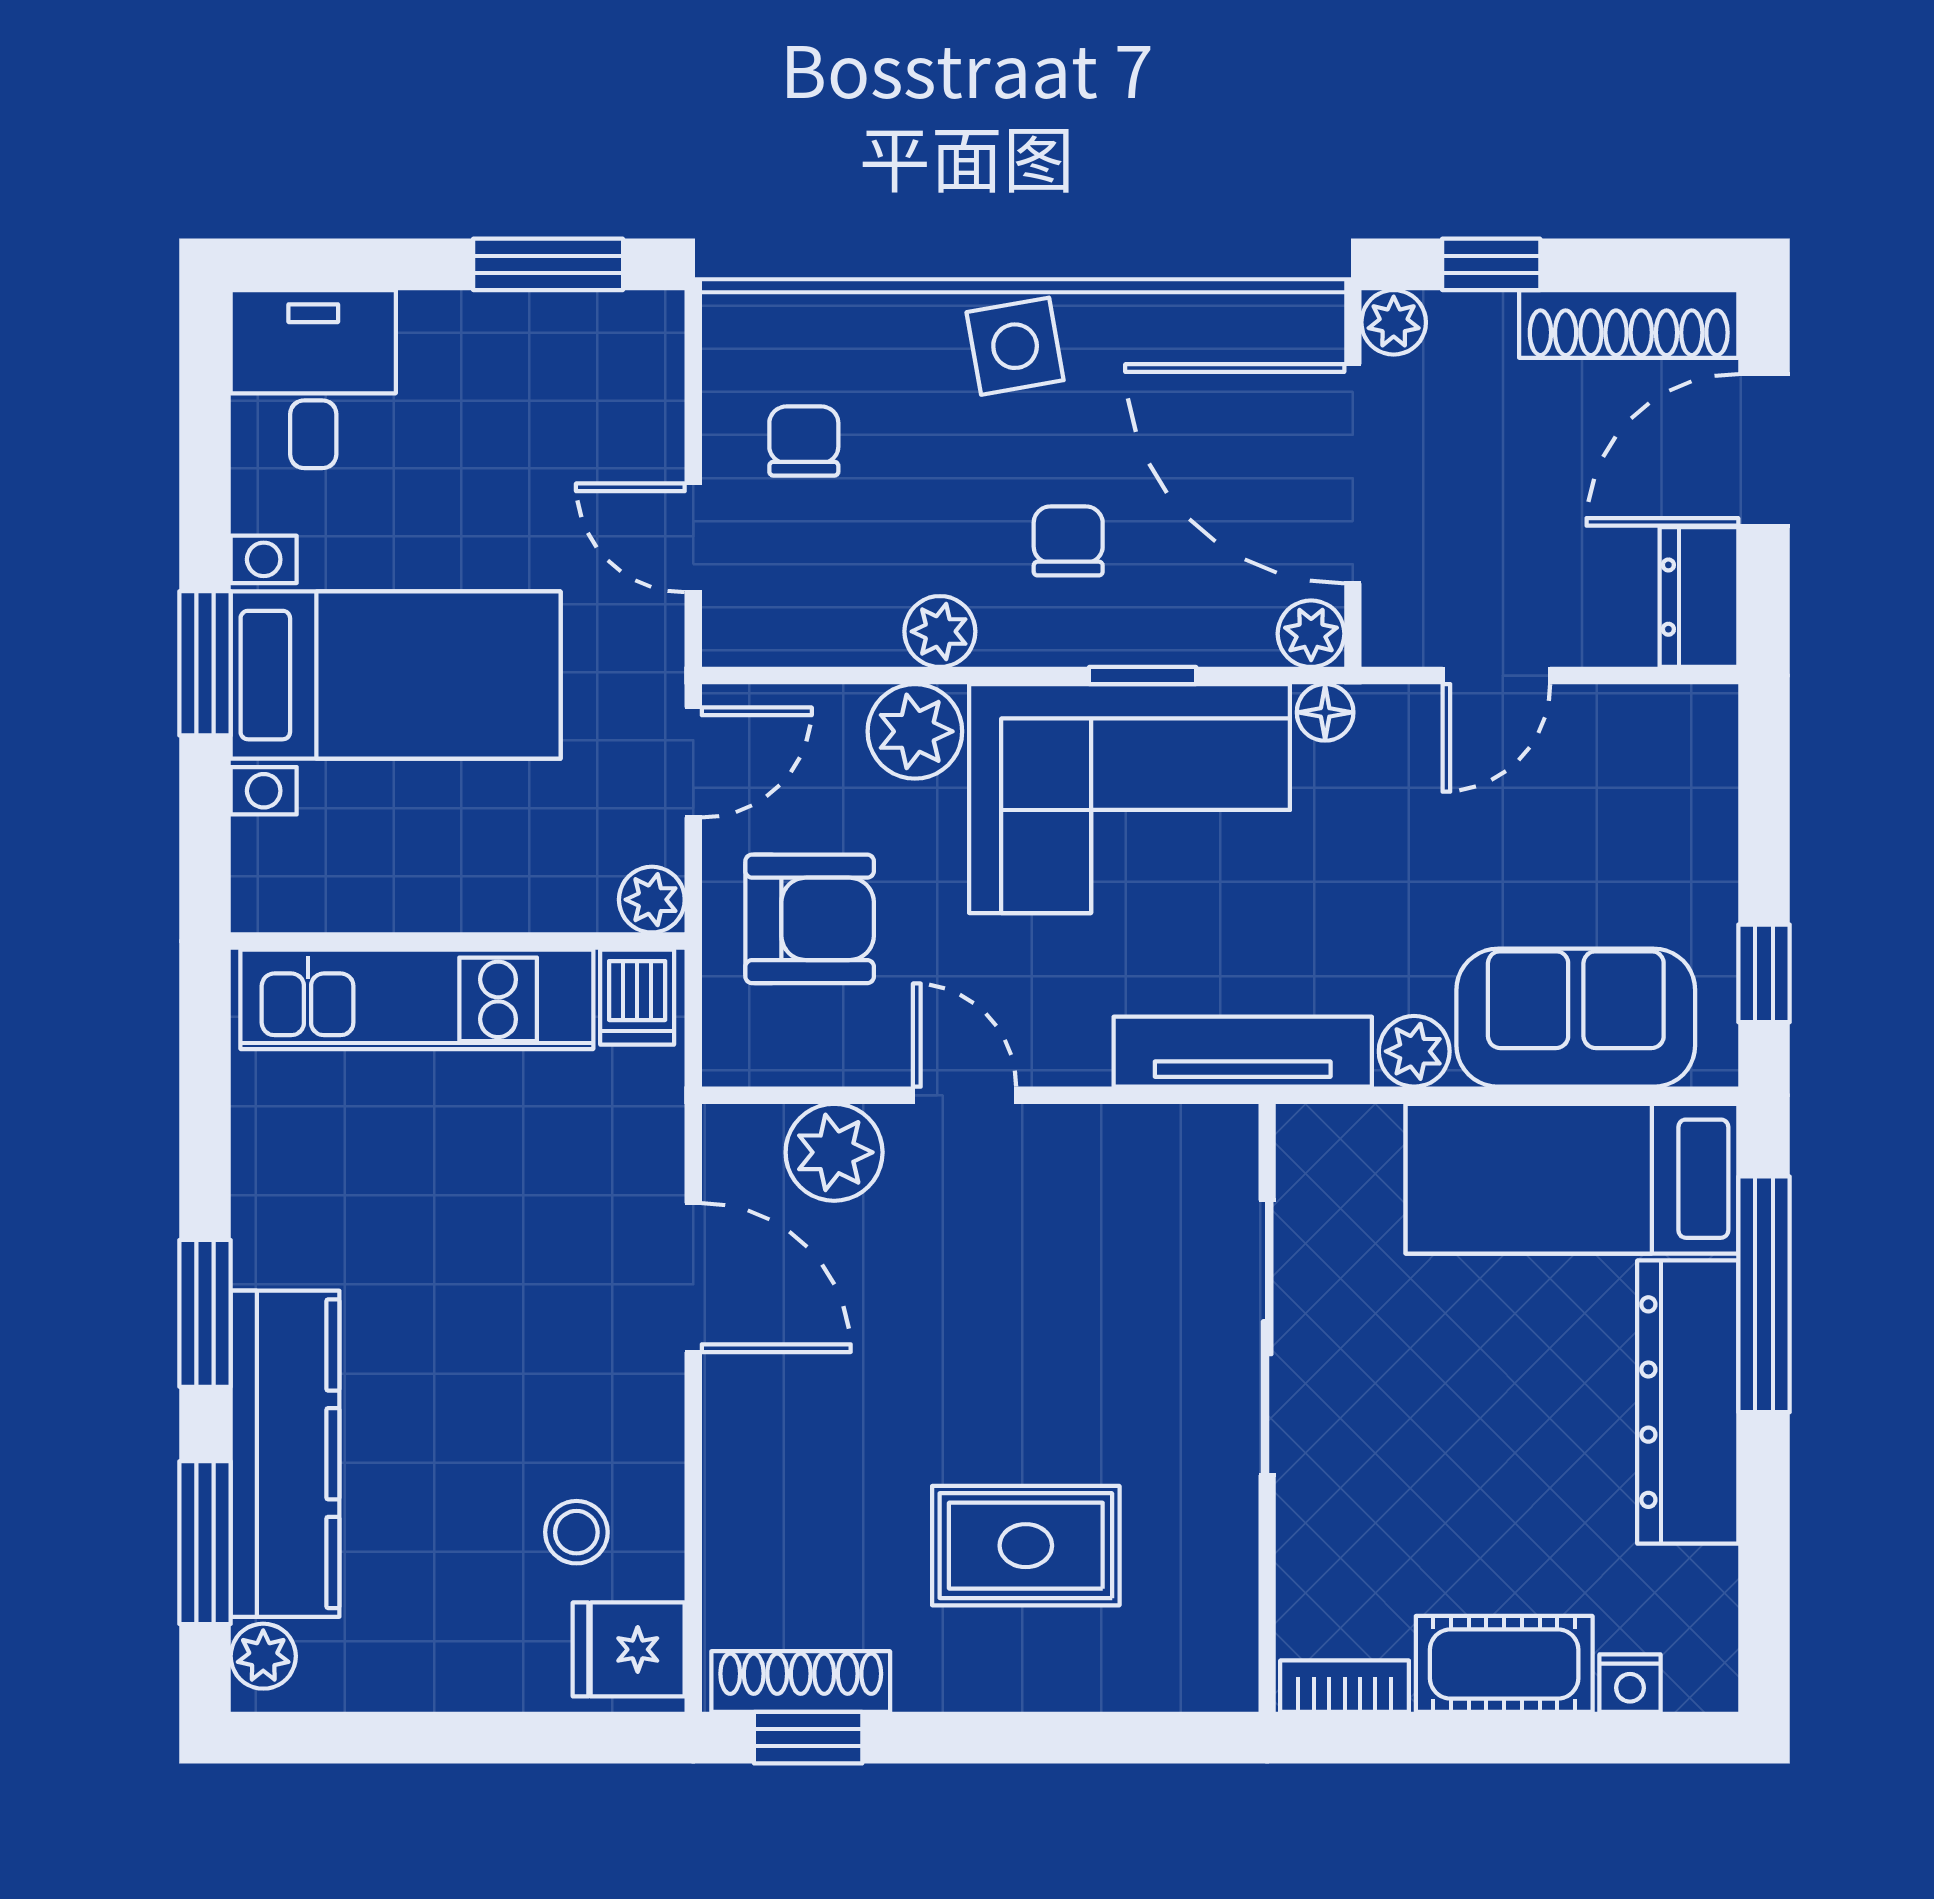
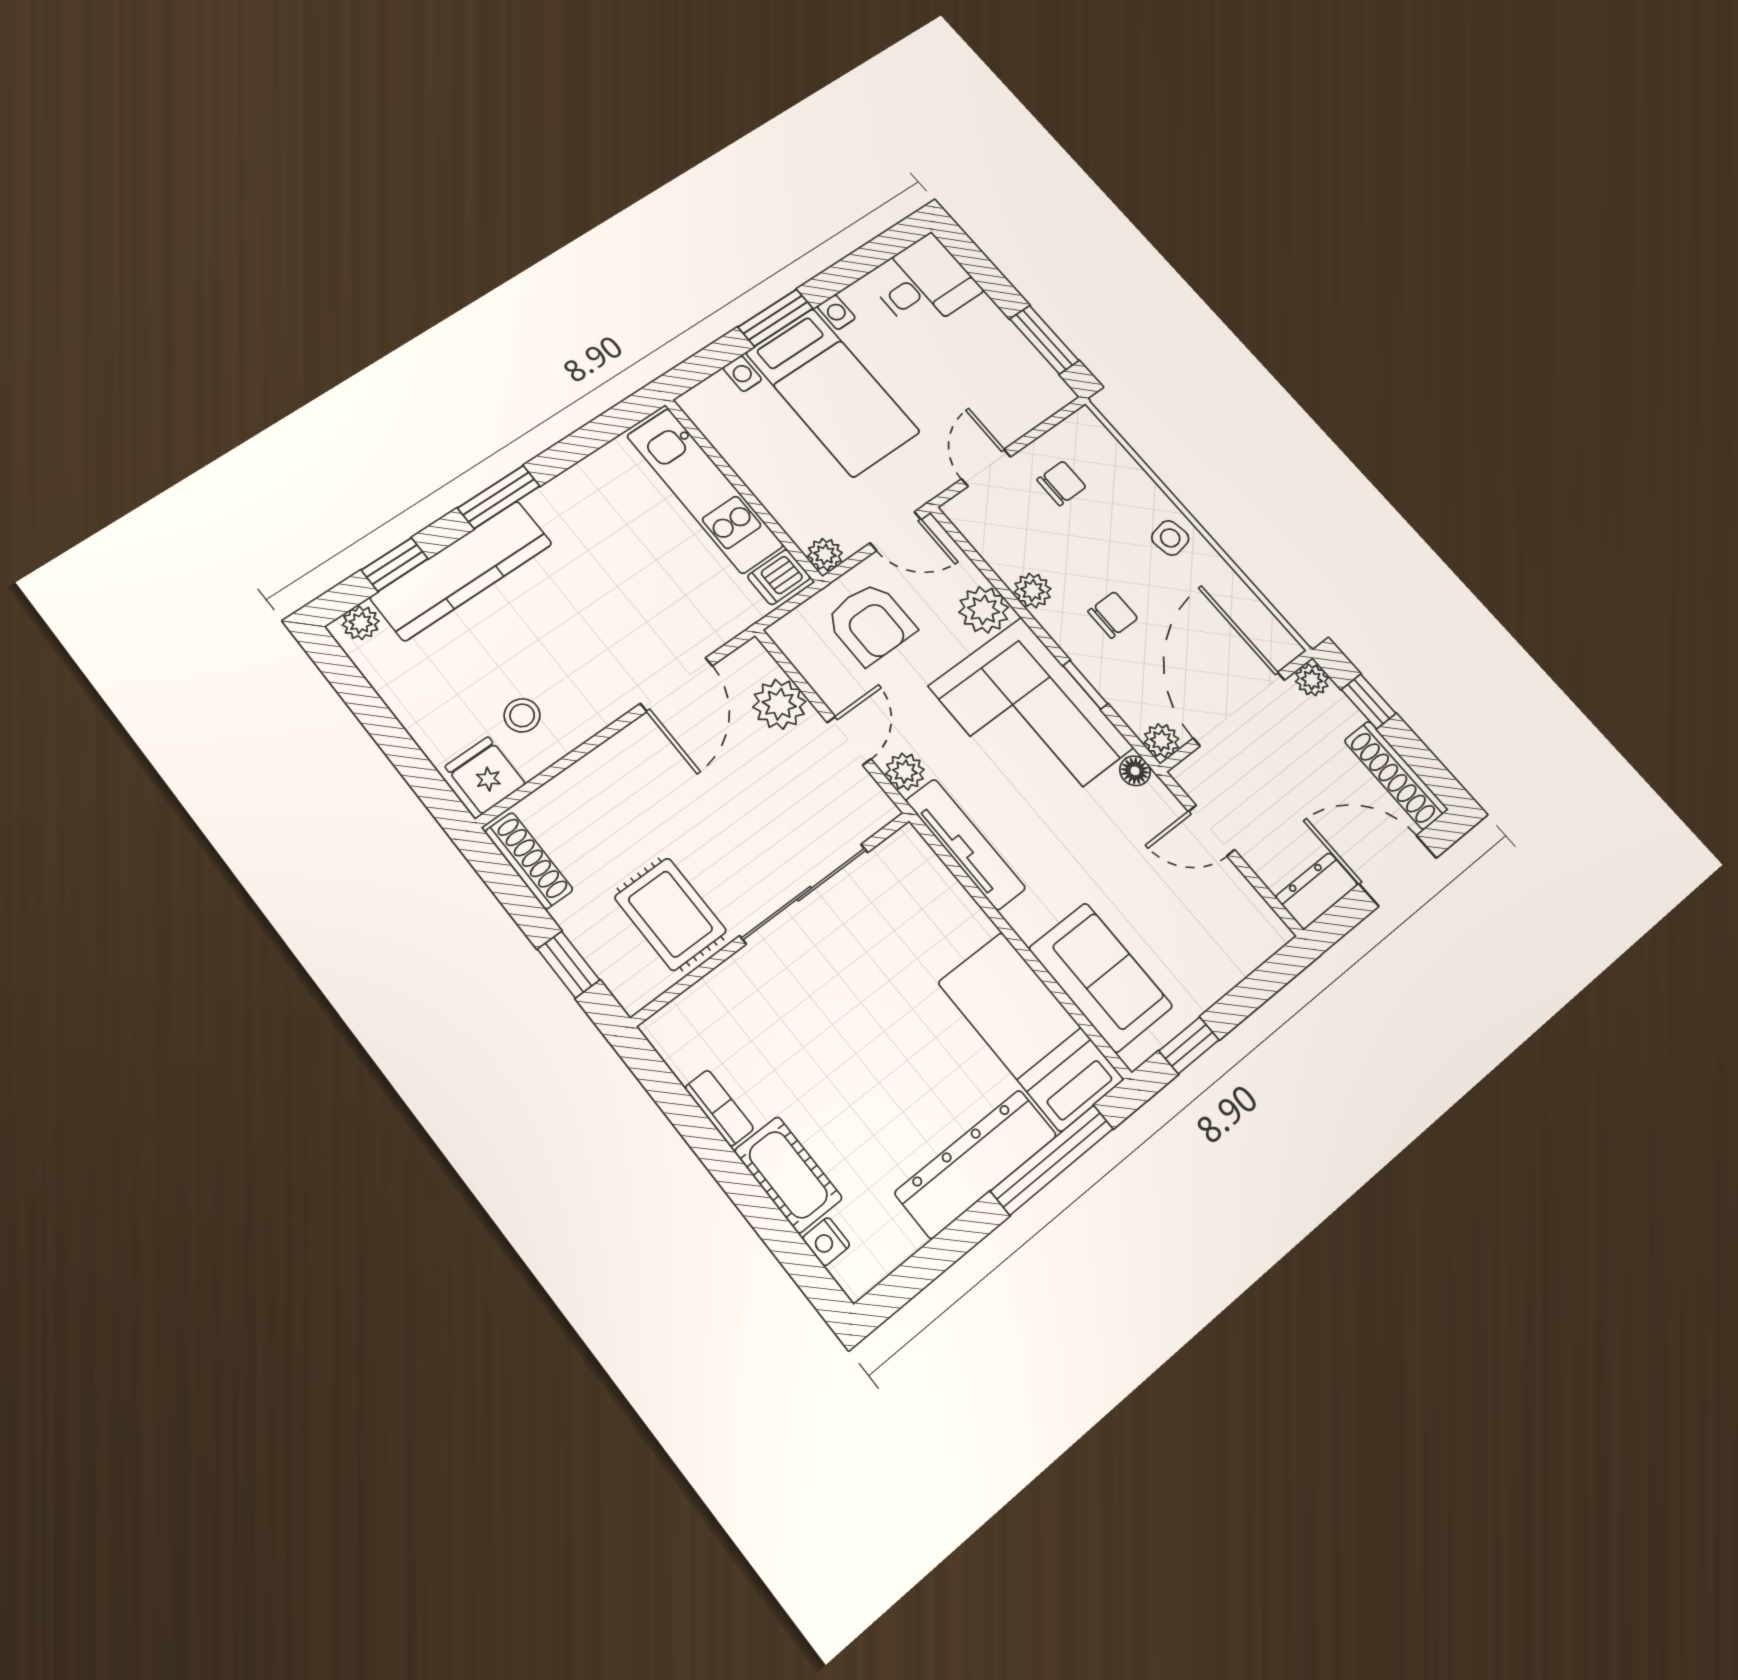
side table: (1015, 346) -> (1170, 538), width x0.73, depth x0.73
plant: (1414, 1051) -> (905, 772), moved
sliding door: (1267, 1338) -> (804, 894), moved
wall: (1267, 1408) -> (773, 917), moved
window: (205, 1543) -> (395, 564), width x0.67
window: (808, 1738) -> (568, 964), moved

